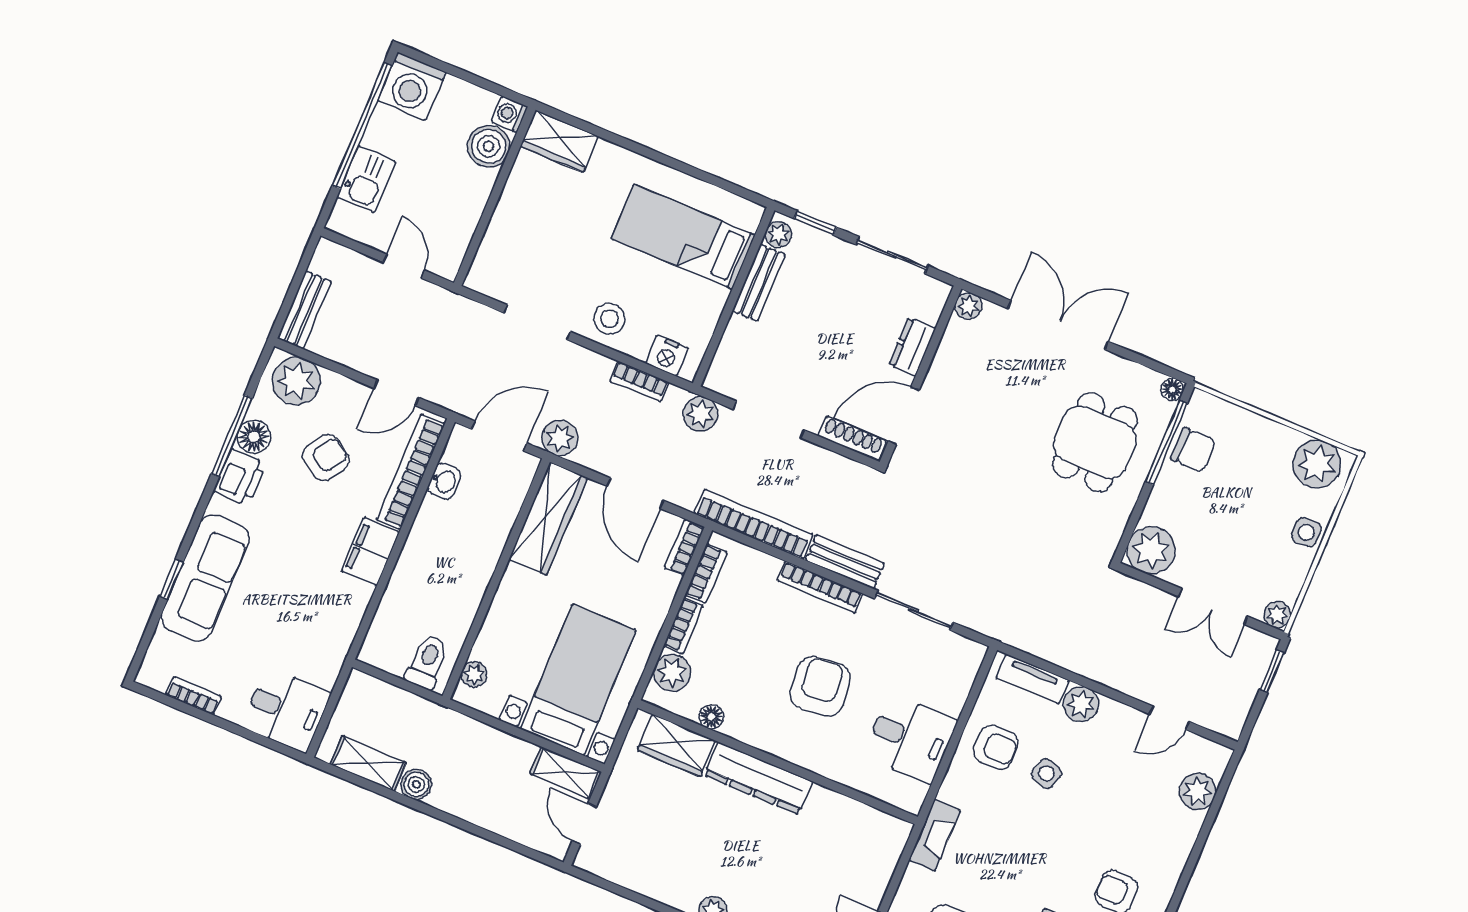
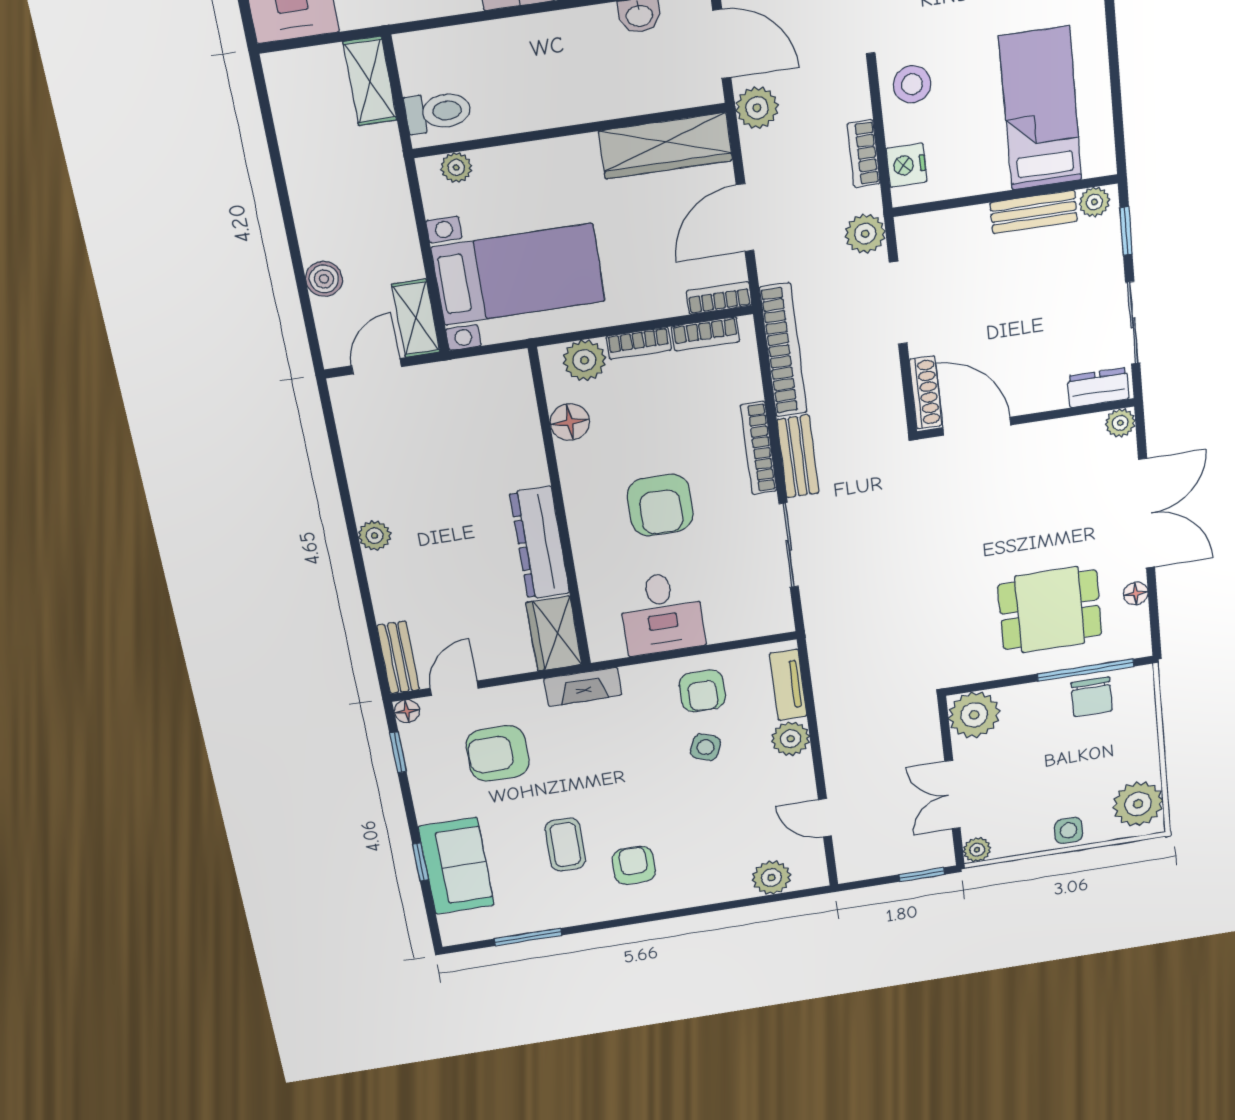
dresser: (912, 347) -> (1098, 388), moved
floor lamp: (1172, 389) -> (1136, 593), moved
armchair: (820, 686) -> (660, 505), turned 96
floor lamp: (711, 717) -> (570, 422), width x1.37, depth x1.37
wardrobe: (676, 745) -> (554, 634), moved
shelving: (368, 763) -> (370, 81), moved
dresser: (758, 778) -> (540, 543), moved
boiler: (416, 784) -> (324, 279), moved

